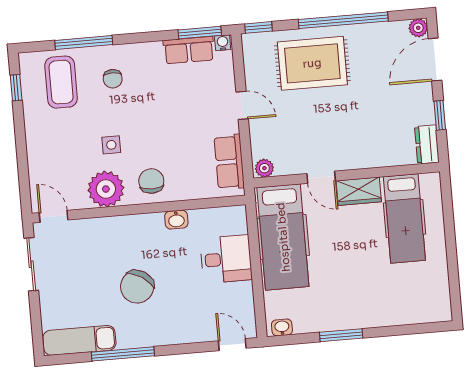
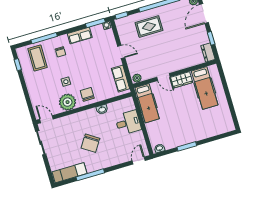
row of seats: (189, 50) -> (80, 36), moved
rug: (312, 63) -> (149, 27), width x0.73, depth x0.70
hospital bed: (283, 237) -> (147, 103), width x0.73, depth x0.78
door: (232, 345) -> (139, 161), hinge flipped

